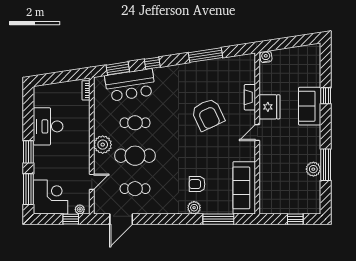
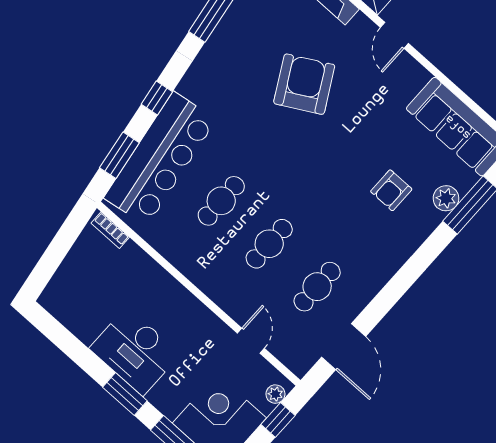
bar counter: (130, 85) -> (160, 159), width x1.36
armchair: (208, 115) -> (304, 84), turned -94
desk: (48, 126) -> (135, 351), moved
plant: (103, 145) -> (211, 276), removed
cafe table: (135, 156) -> (269, 244), width x0.73, depth x0.74
plant: (194, 208) -> (446, 198), moved

